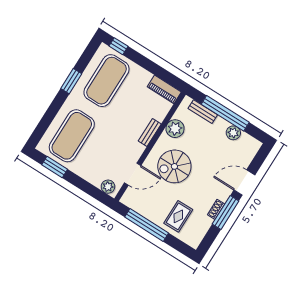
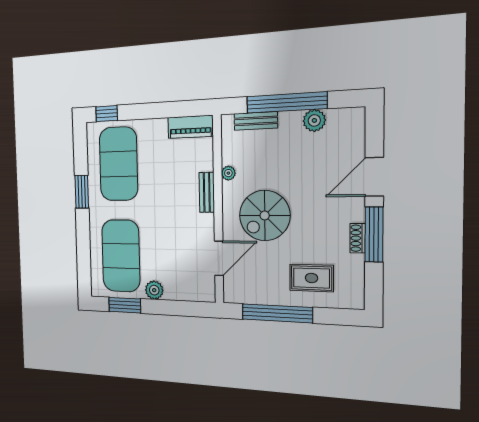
plant: (175, 129) -> (228, 173), width x0.53, depth x0.53
plant: (108, 187) -> (154, 290), moved
rug: (178, 216) -> (311, 278), turned 90

